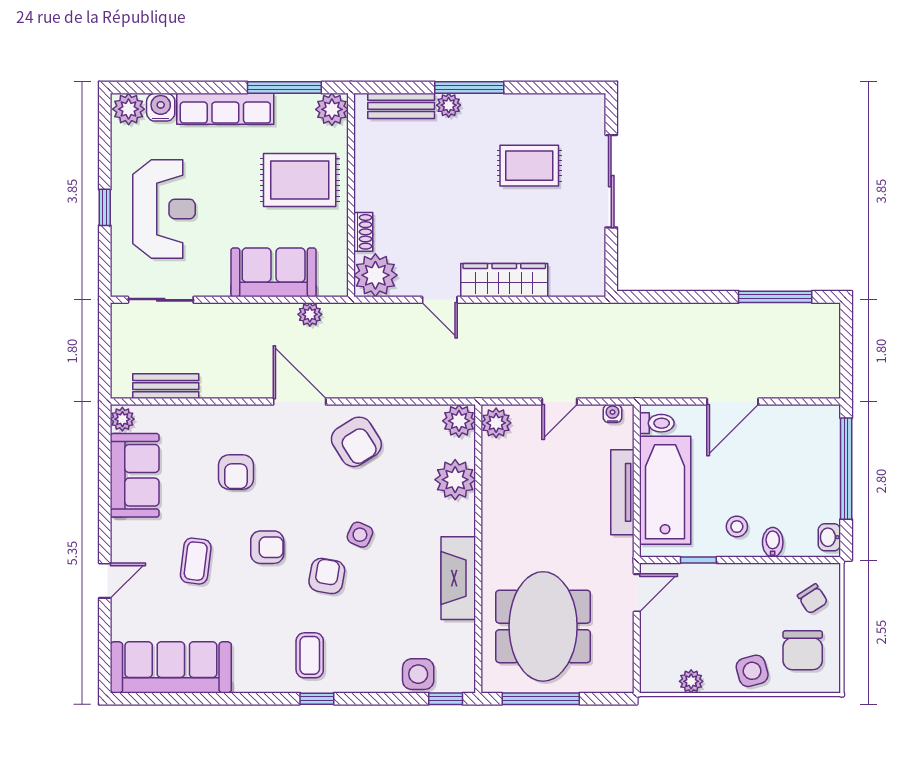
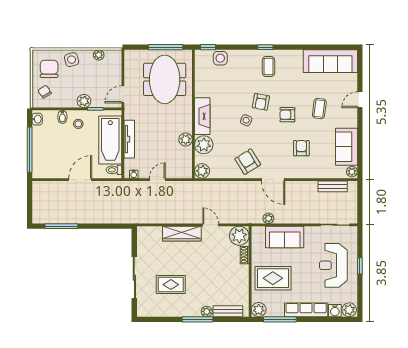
plant: (496, 423) -> (186, 139), moved
fireplace: (458, 578) -> (202, 116), moved
plant: (724, 578) -> (84, 101), added

